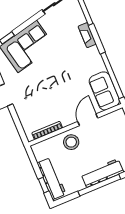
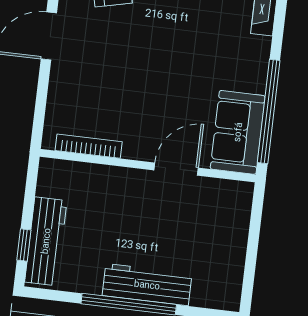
stool: (71, 142) -> (121, 194), removed

